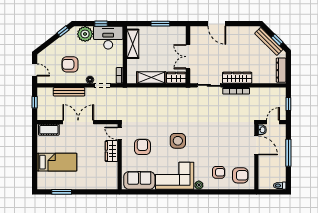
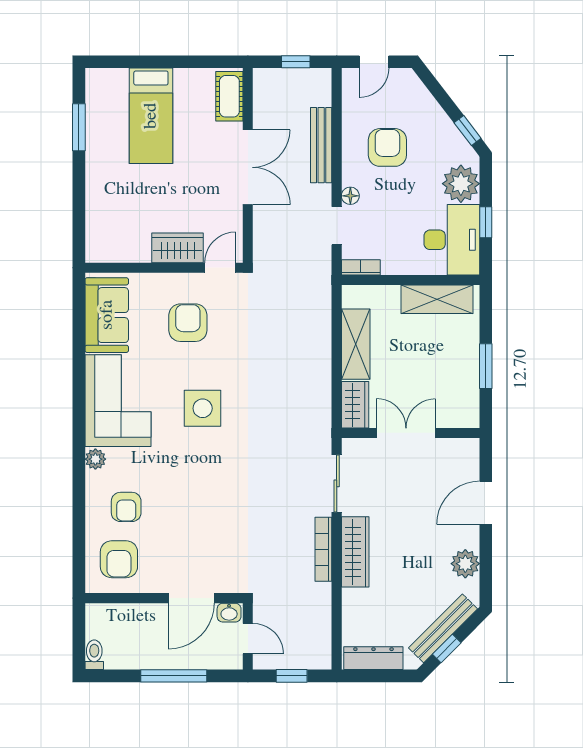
plant: (242, 32) -> (465, 564), added
armchair: (142, 147) -> (188, 323), turned -90

